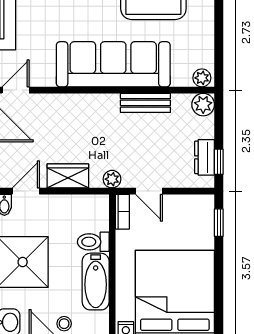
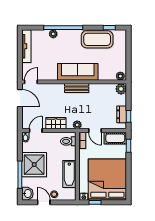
sofa: (113, 64) -> (78, 72), width x0.74, depth x0.79
bench: (145, 103) -> (77, 88), moved
cot: (191, 207) -> (115, 138), added
toilet: (93, 242) -> (68, 141), moved

